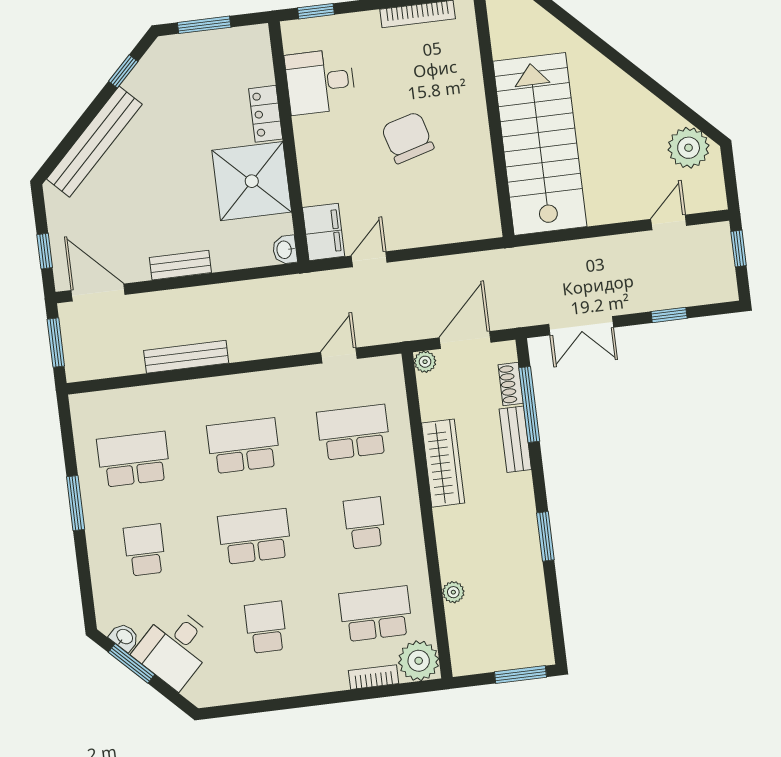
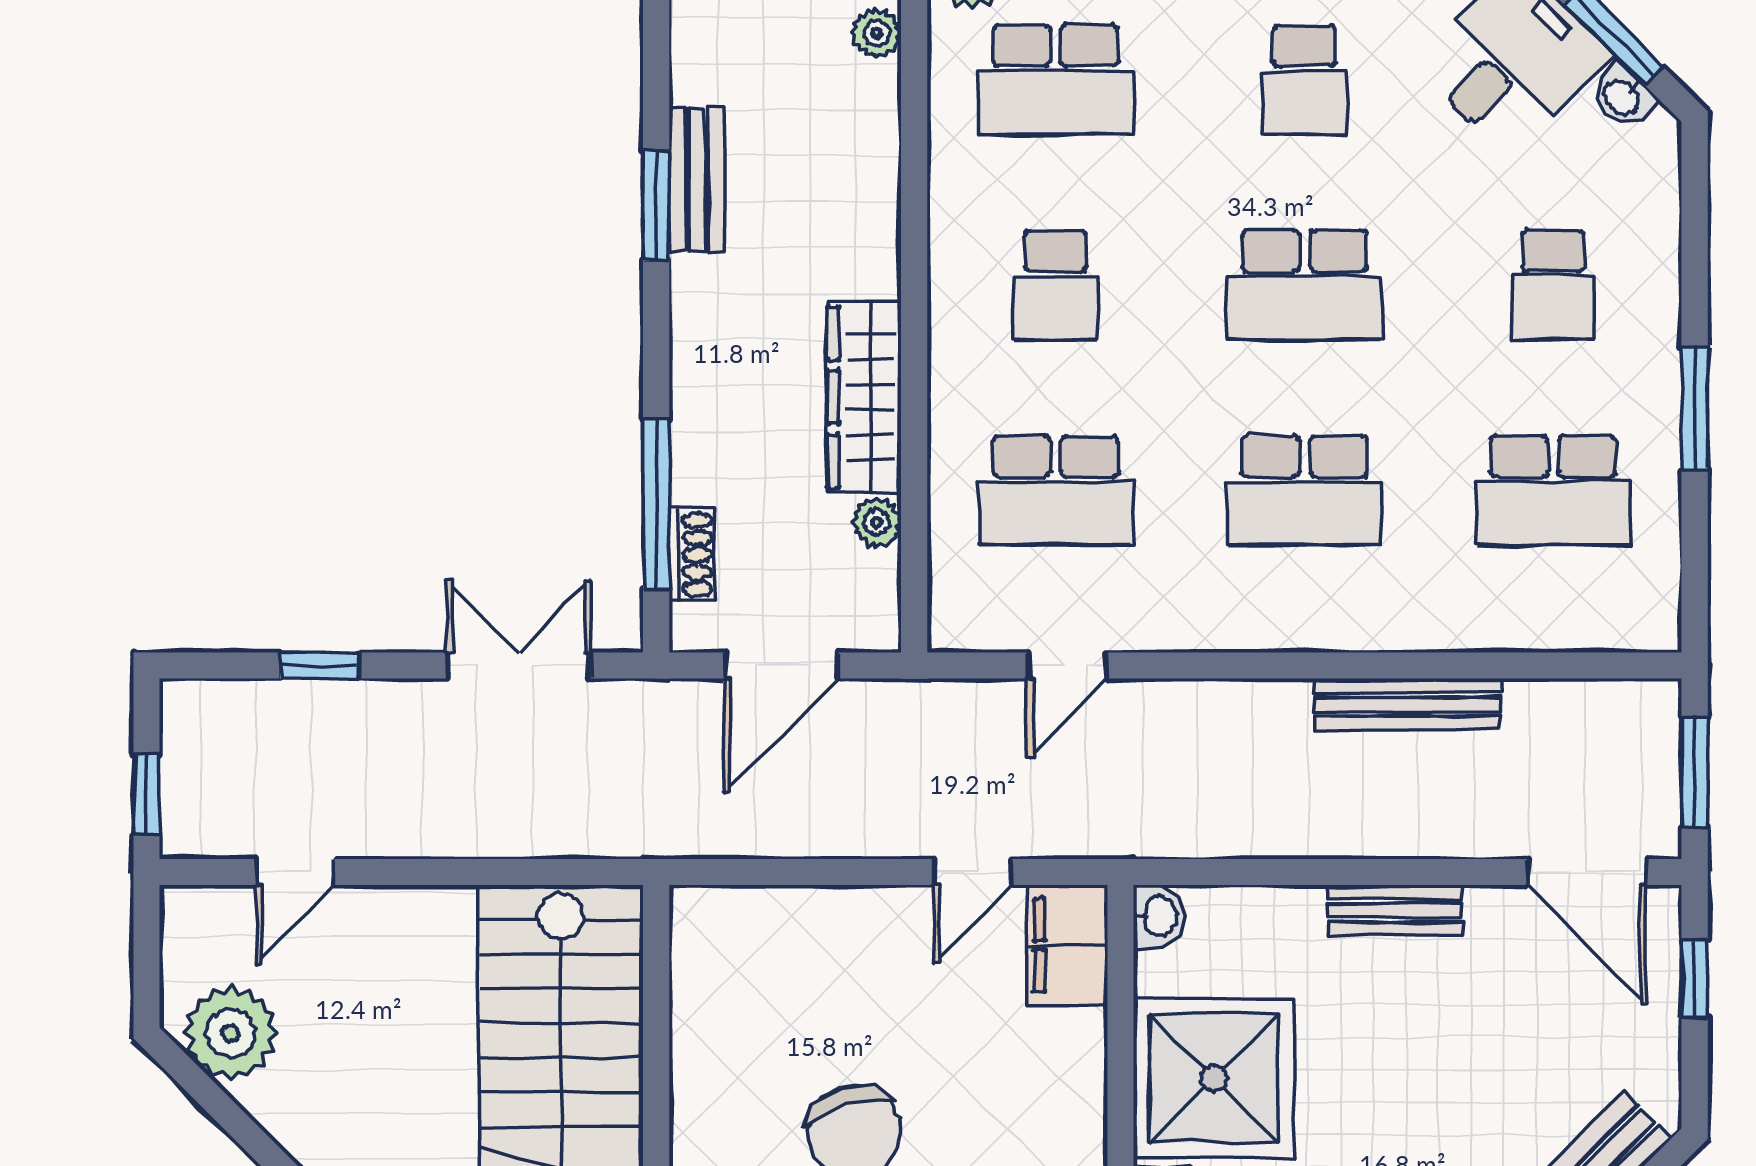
plant: (425, 362) -> (877, 523), moved
bench: (515, 439) -> (697, 179), moved
plant: (453, 592) -> (877, 33), moved

